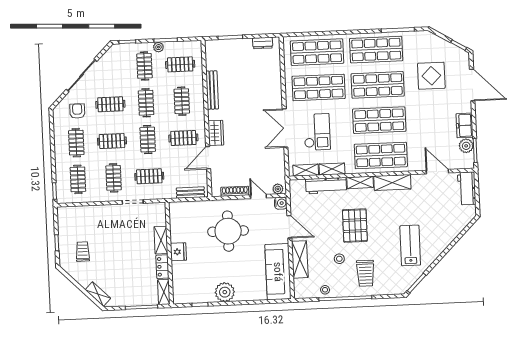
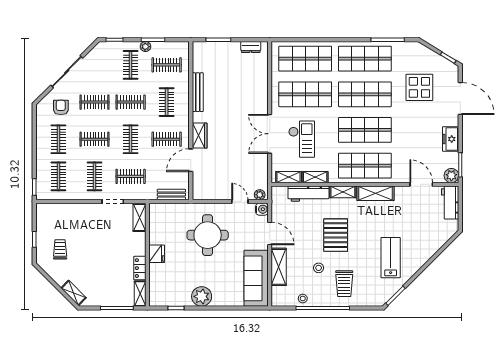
clothes rail: (146, 103) -> (131, 102), turned 90
plant: (466, 146) -> (451, 176), moved
shoe rack: (235, 191) -> (216, 195), removed
shelving: (161, 240) -> (139, 218), moved

